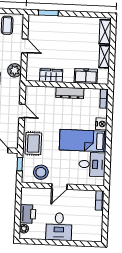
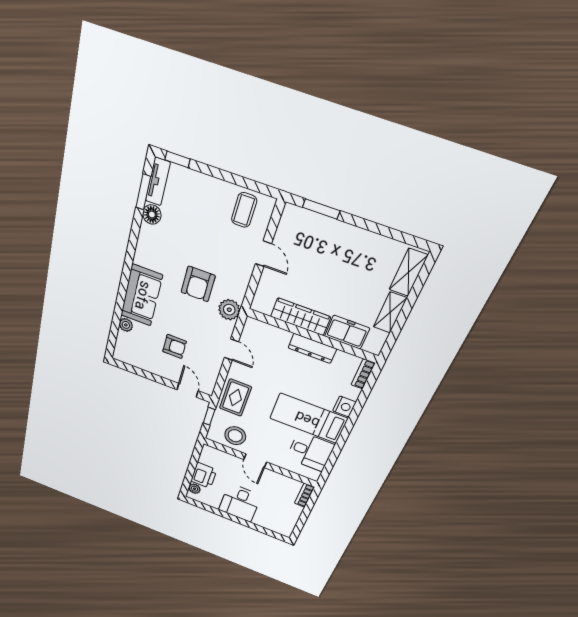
plant: (15, 70) -> (229, 310), moved
wardrobe: (51, 75) -> (300, 317), width x1.50
door: (59, 186) -> (255, 461), hinge flipped

